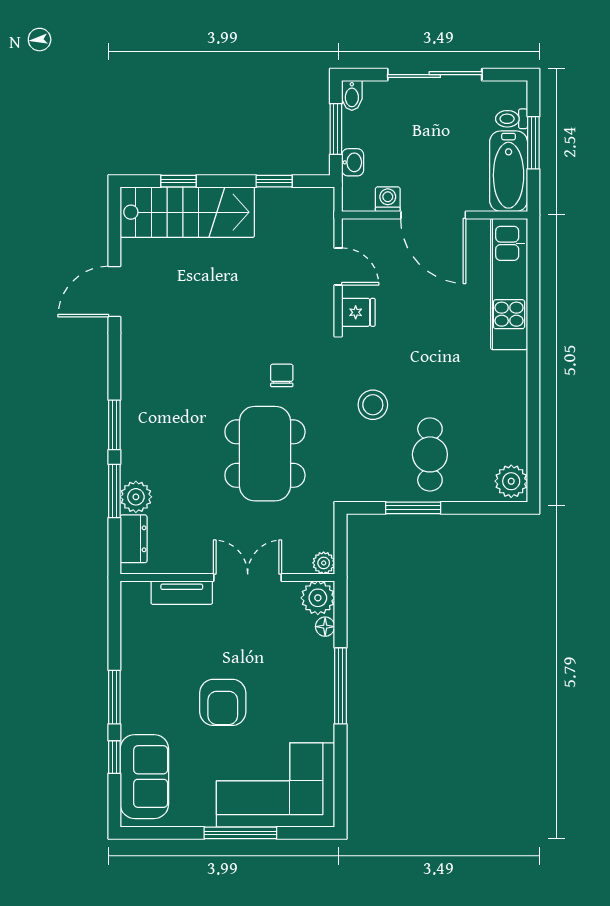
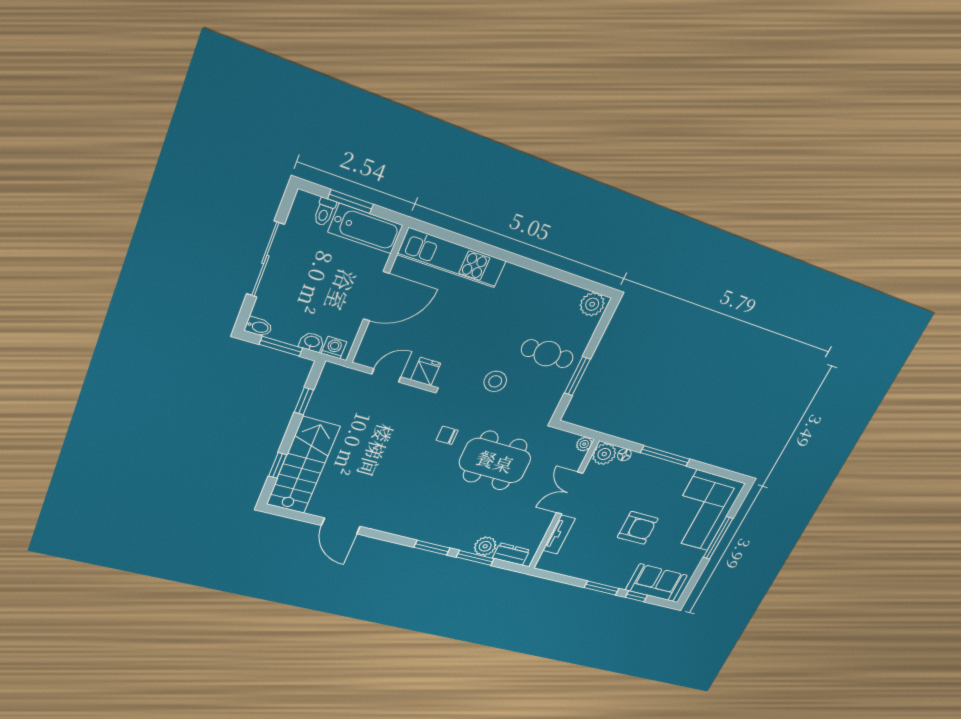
washing machine: (388, 199) -> (334, 348), moved, turned 90

